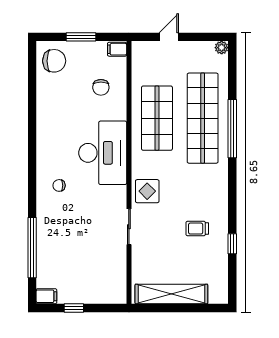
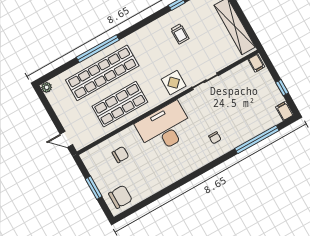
door: (169, 37) -> (66, 139), moved
filing cabinet: (117, 49) -> (256, 63), moved
chair: (54, 61) -> (120, 197), turned 90
chair: (59, 185) -> (215, 138), moved

